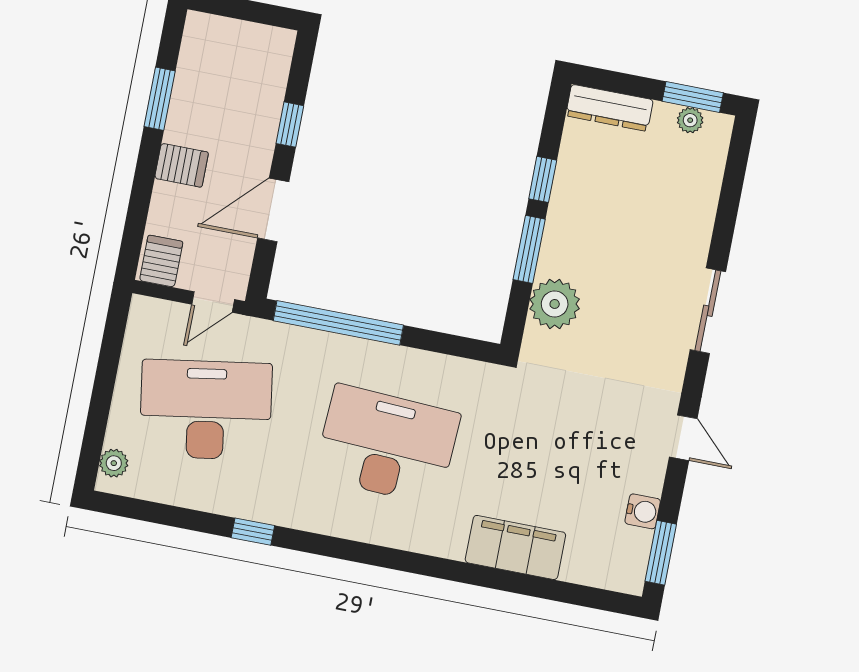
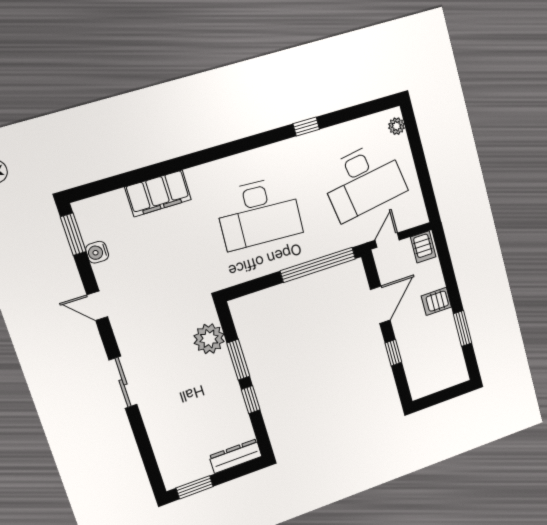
plant: (690, 120) -> (189, 475), removed

